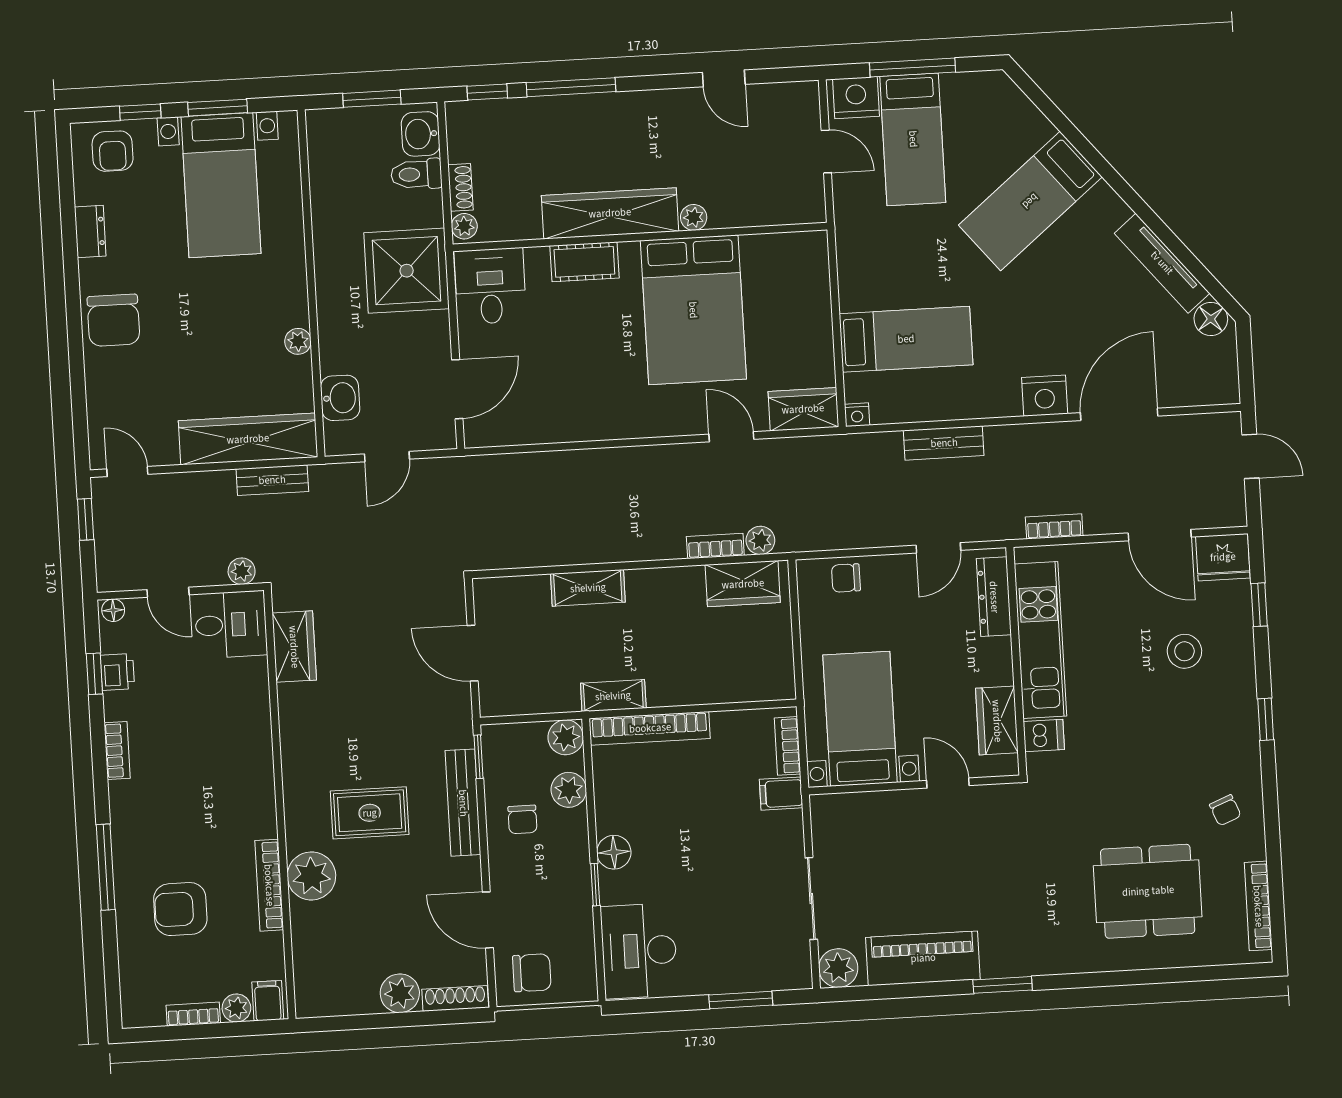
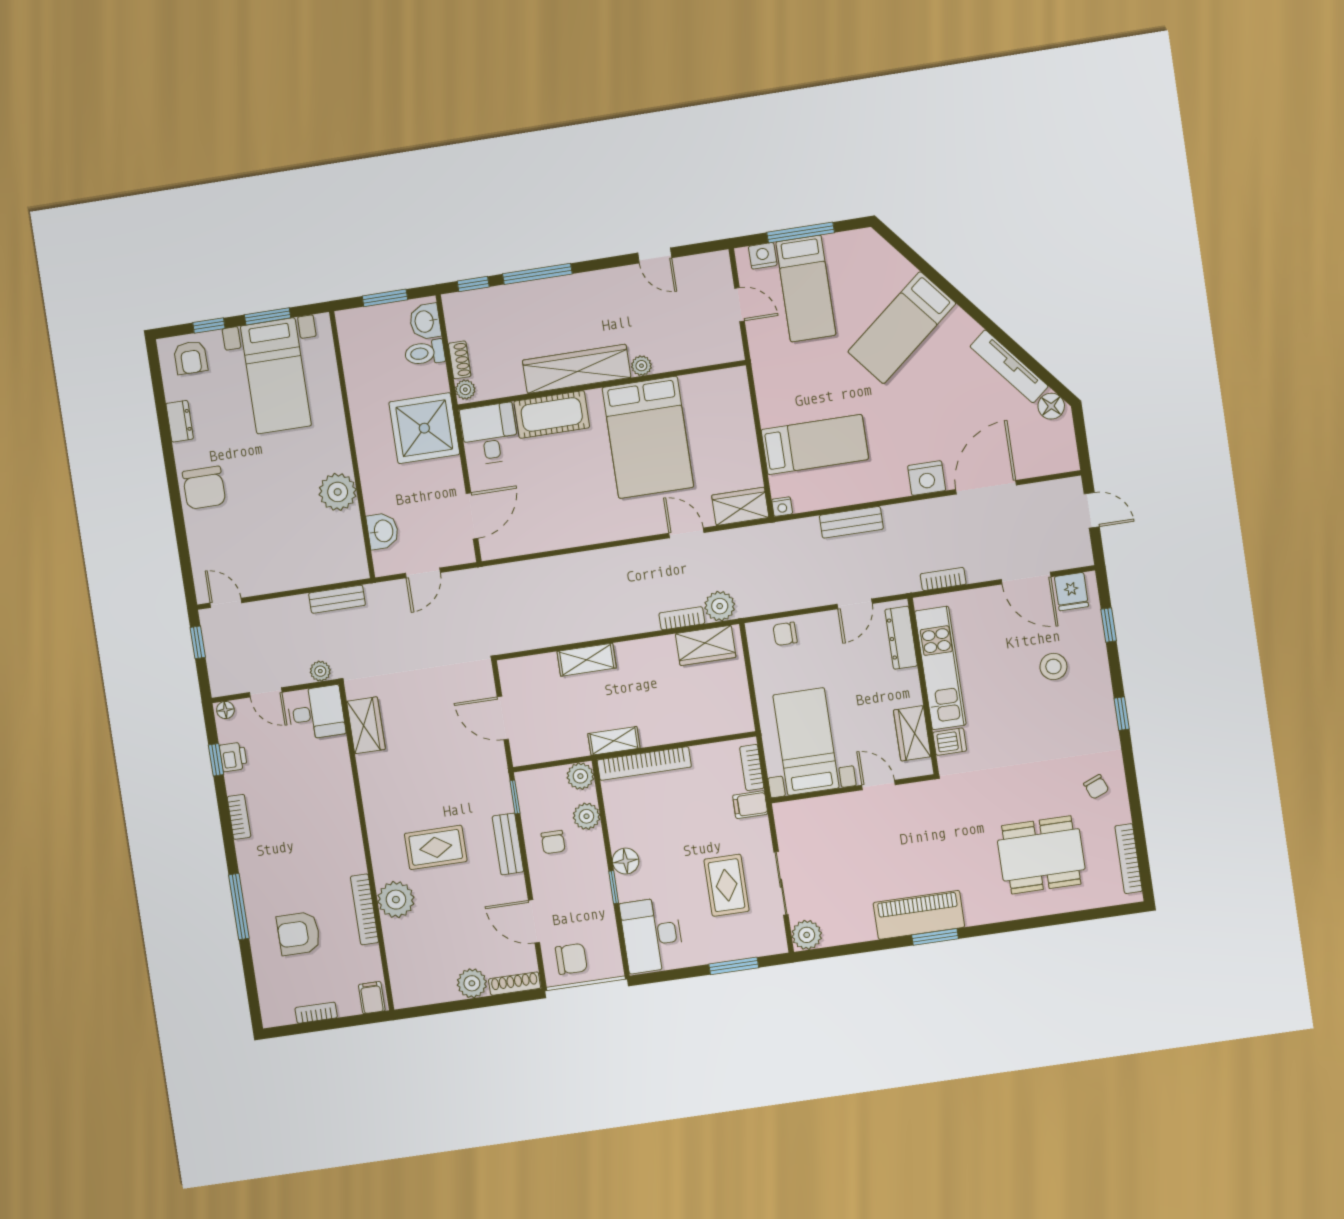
nightstand: (856, 98) -> (763, 256), width x0.74, depth x0.75
cot: (584, 262) -> (552, 414), width x1.37, depth x1.34
plant: (298, 341) -> (338, 492), width x1.88, depth x1.88
wardrobe: (248, 439) -> (315, 569), removed
plant: (760, 540) -> (720, 606), width x1.38, depth x1.38
fridge: (1223, 557) -> (1071, 592), width x0.72
bench: (463, 803) -> (508, 844), width x0.73
rug: (741, 895) -> (727, 885), added
piano: (923, 958) -> (919, 915), moved
plant: (236, 1008) -> (349, 1005), removed

